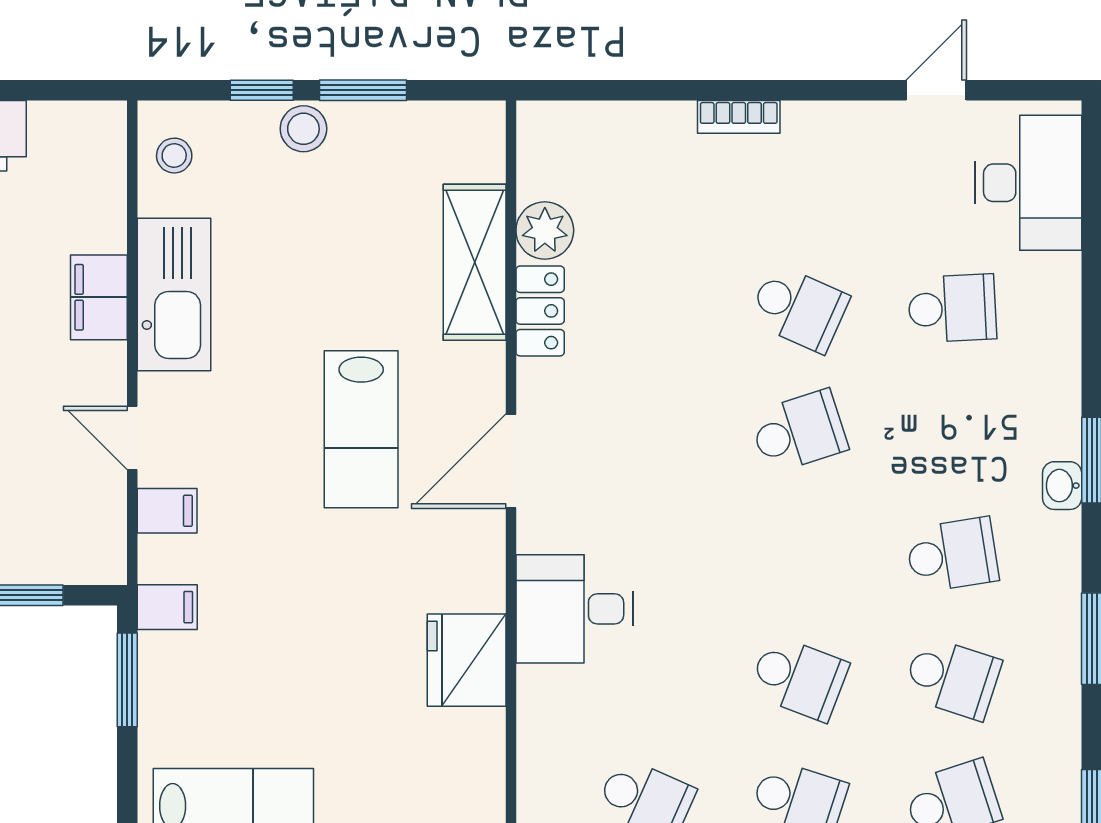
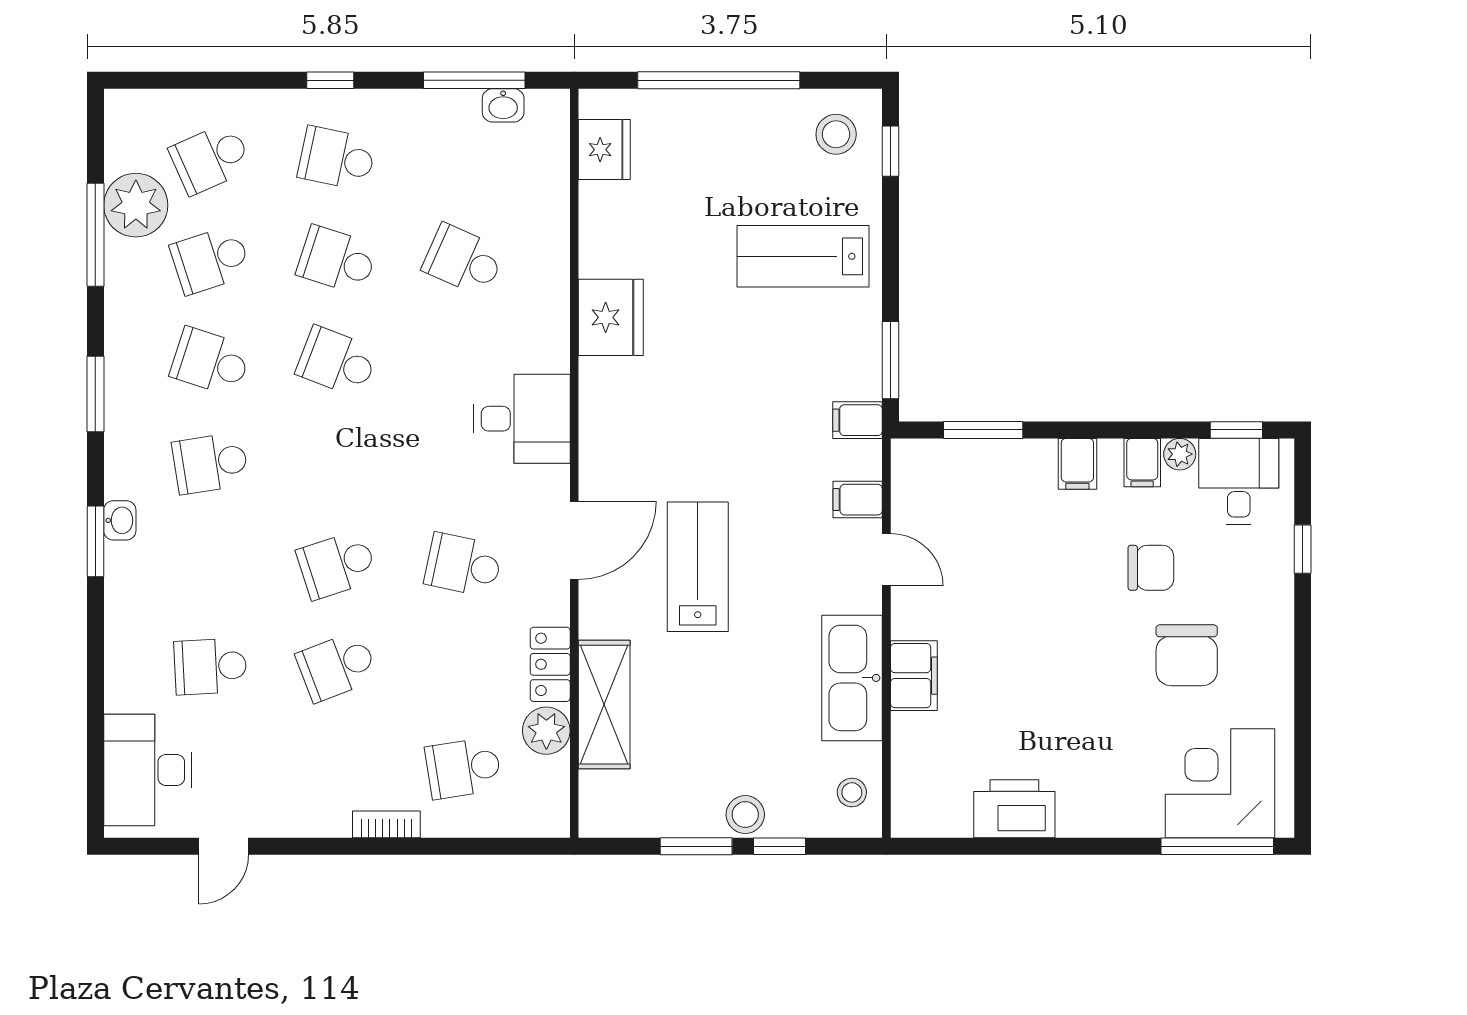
school desk: (645, 185) -> (463, 768), added
school desk: (799, 308) -> (337, 666), turned -45
school desk: (645, 432) -> (463, 565), added
fridge: (467, 660) -> (611, 317), moved

